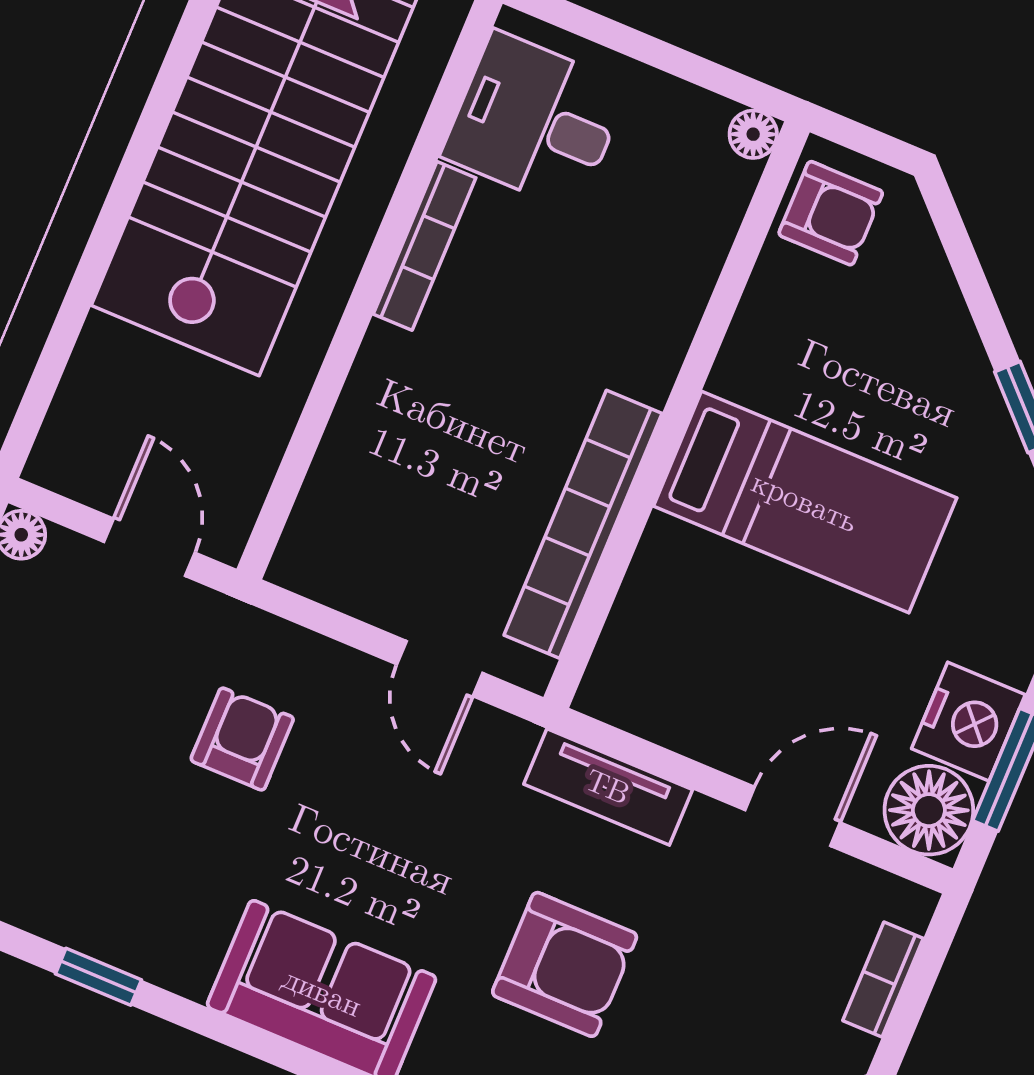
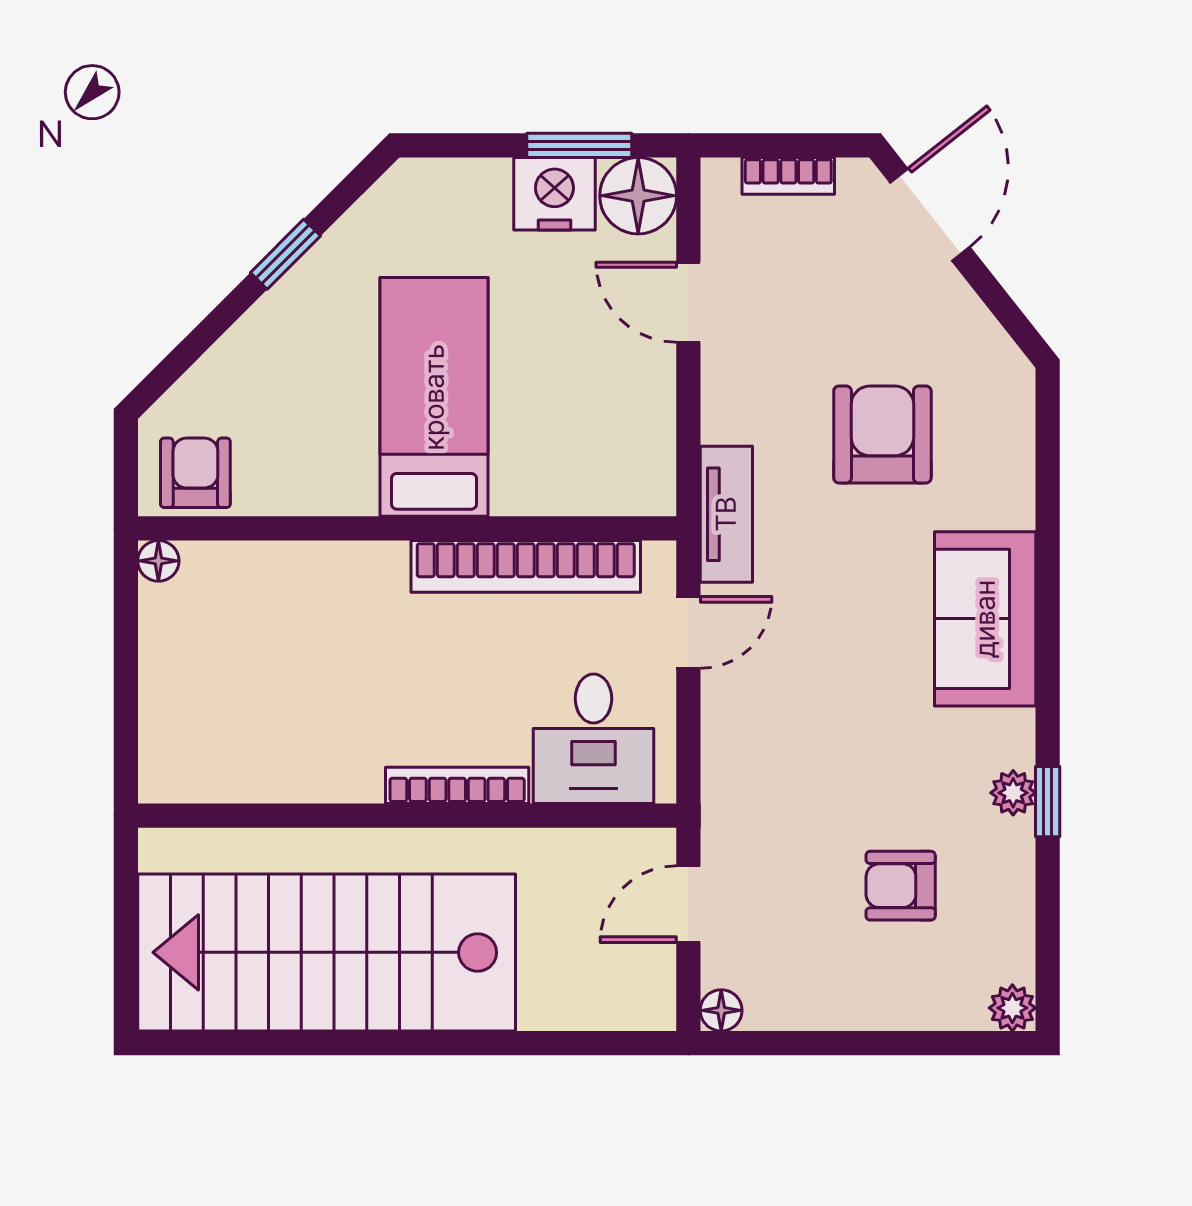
desk: (535, 121) -> (594, 739), moved
bookcase: (424, 246) -> (457, 785), moved
armchair: (242, 739) -> (901, 886), moved
tv unit: (608, 787) -> (726, 514), moved
plant: (123, 944) -> (1013, 793), added

